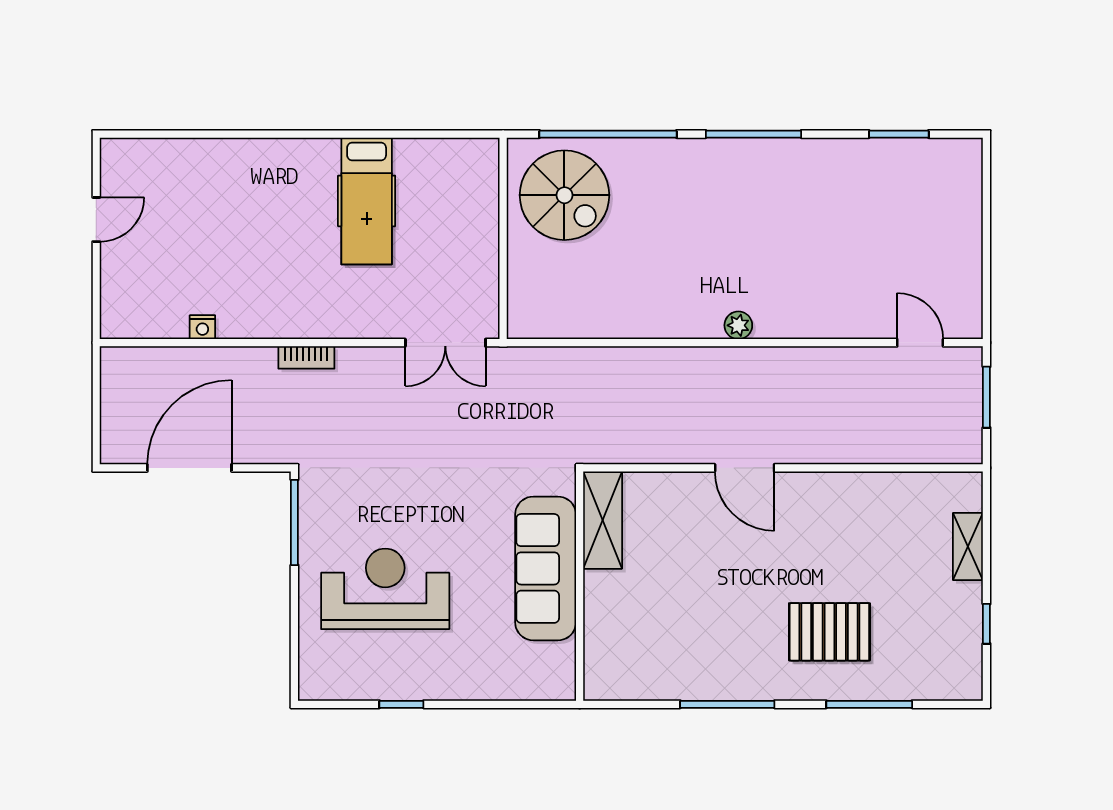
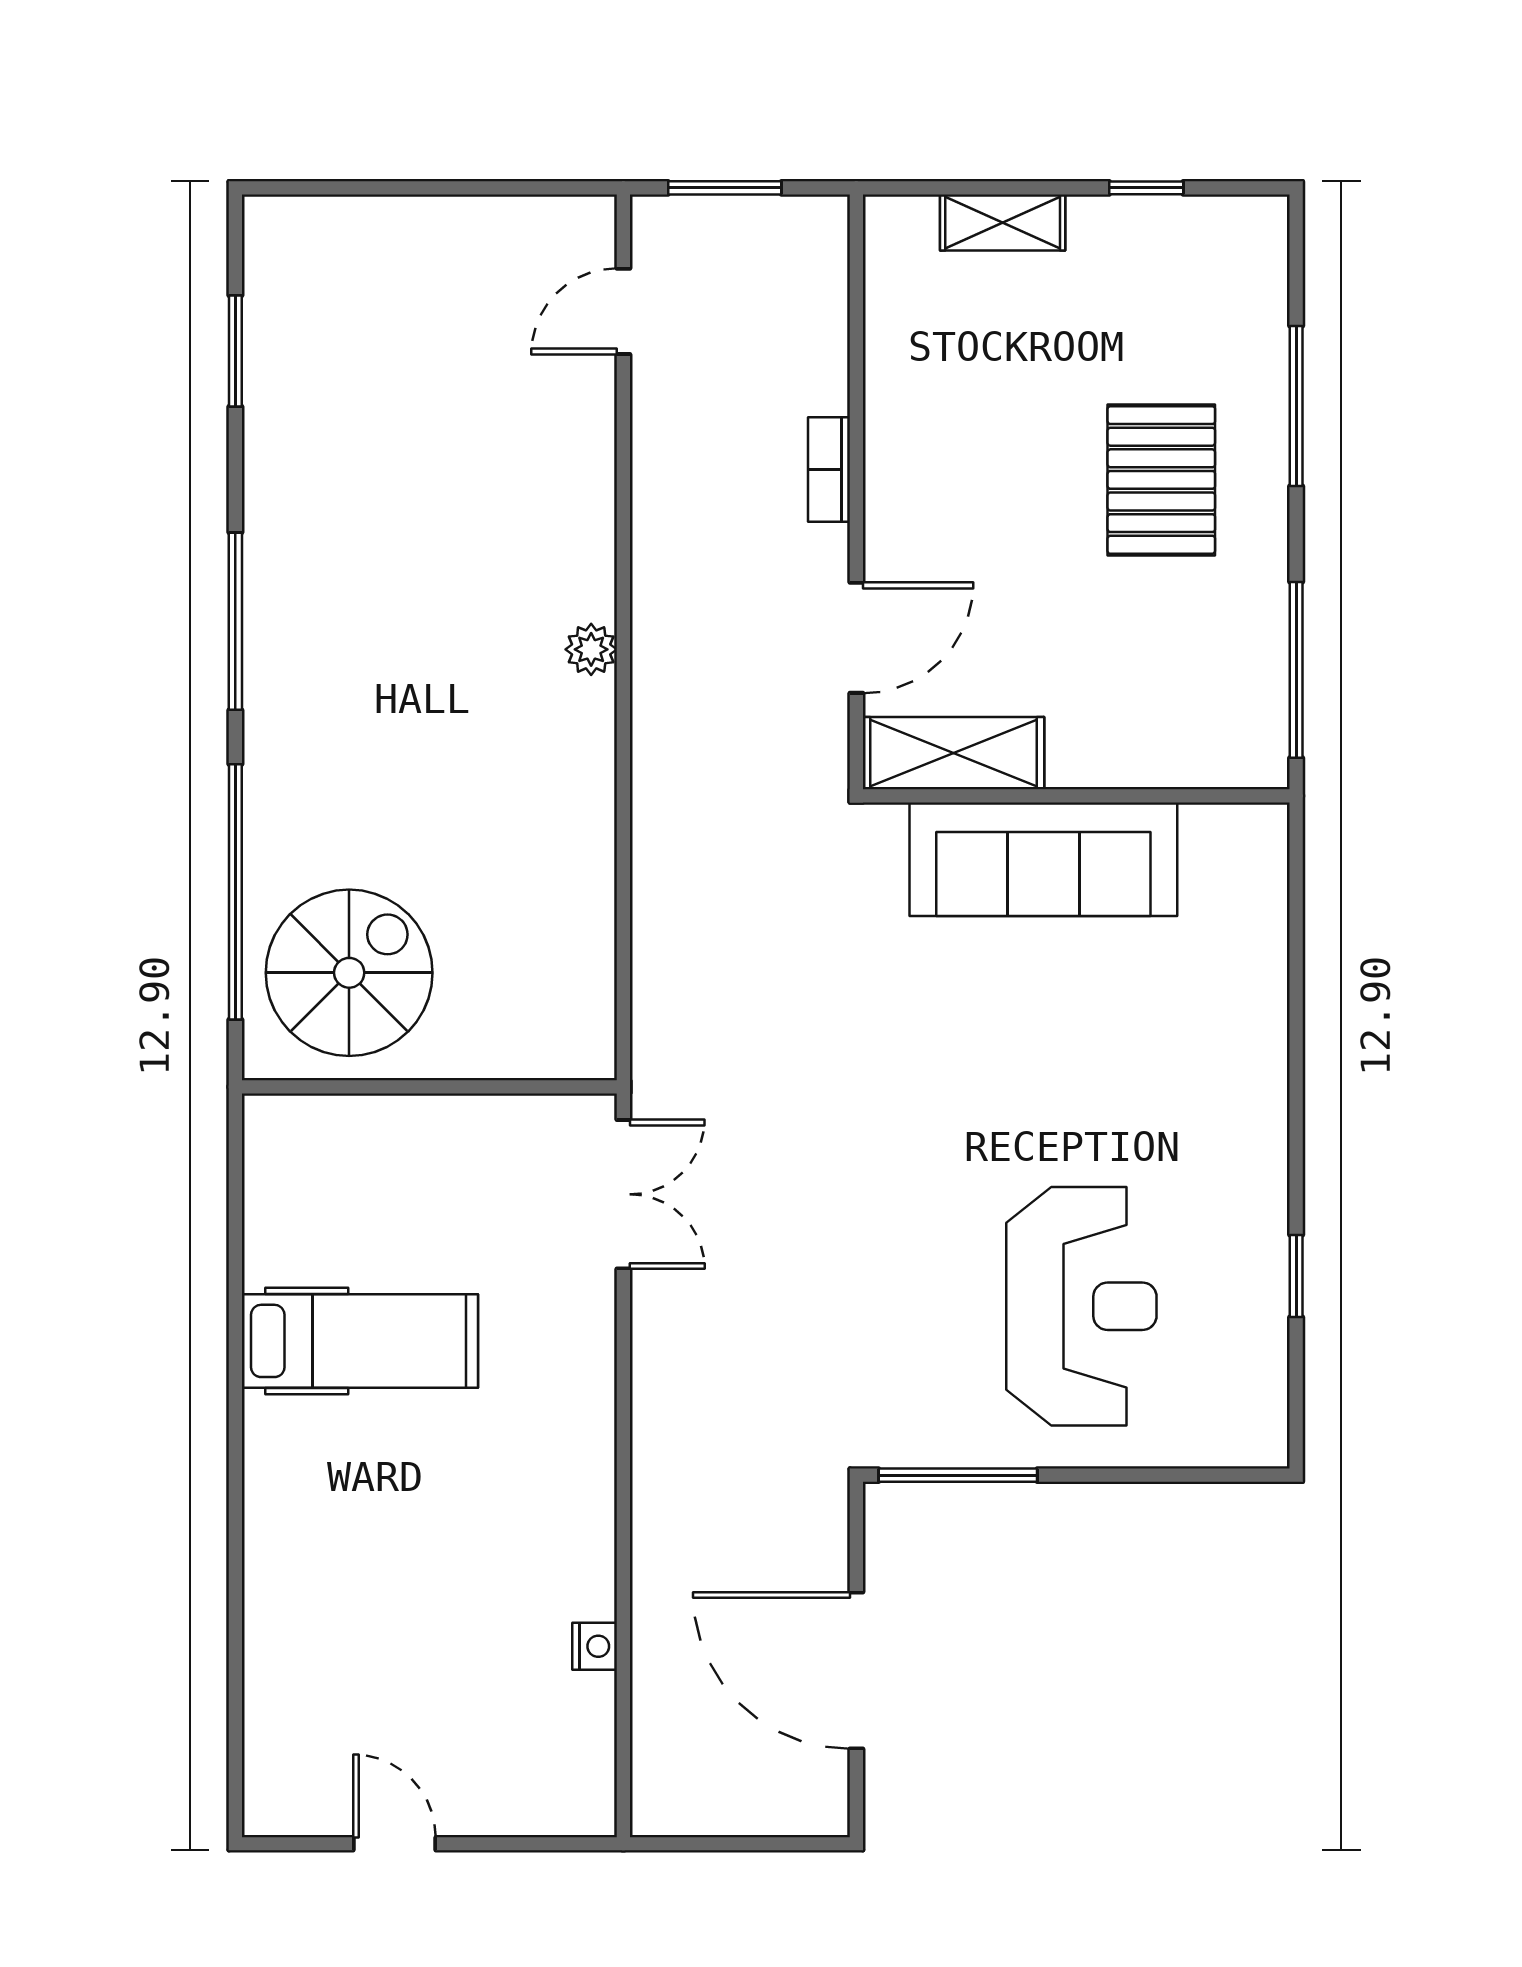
bookcase: (306, 357) -> (829, 470), moved, turned 180
shelving: (603, 520) -> (953, 753), moved
sofa: (546, 568) -> (1043, 859), moved
wall: (580, 586) -> (1076, 796), moved
reception desk: (385, 589) -> (1081, 1306), turned 180

